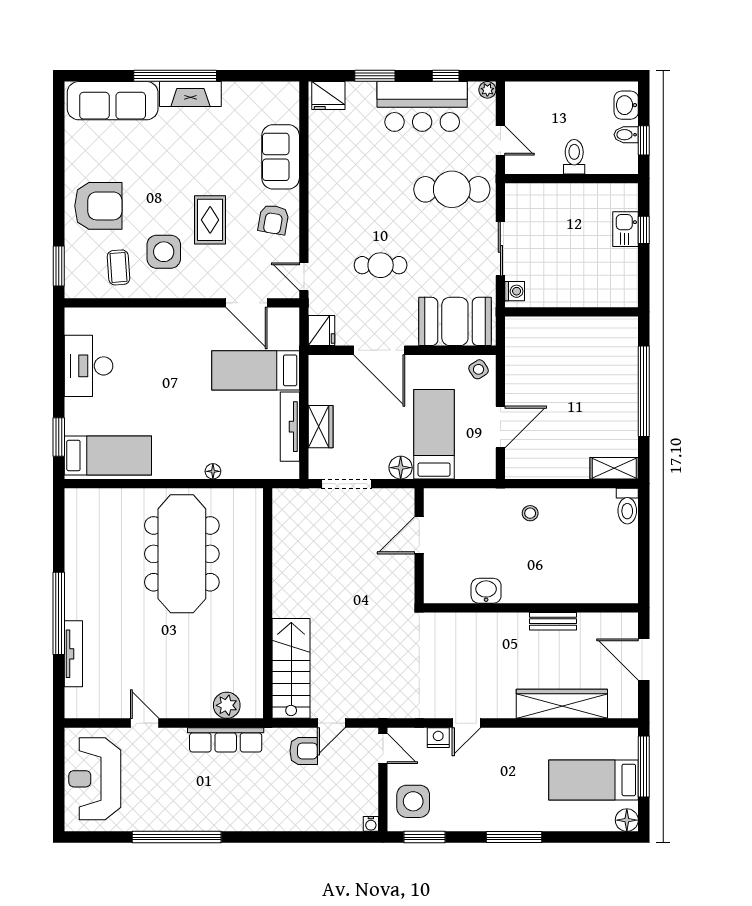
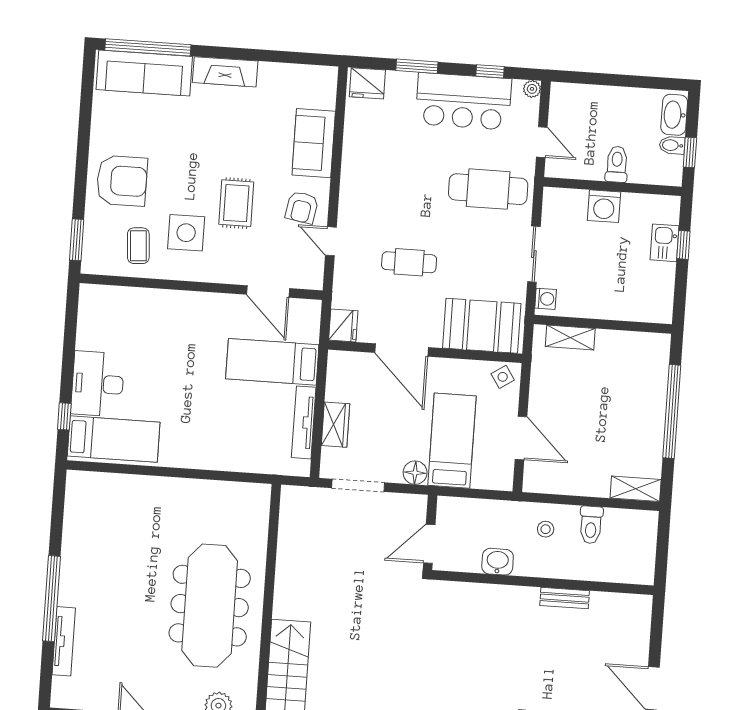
window: (175, 76) -> (148, 47), moved
washbasin: (626, 105) -> (674, 115), width x1.38
washing machine: (565, 198) -> (604, 206), added
door: (304, 277) -> (331, 241), moved
shelving: (541, 327) -> (570, 338), added
desk: (89, 366) -> (98, 384), moved
door: (500, 427) -> (521, 438), hinge flipped
window: (59, 437) -> (64, 416), width x0.67
floor lamp: (213, 471) -> (221, 463), removed
toilet: (627, 506) -> (591, 525), moved
meeting table: (182, 554) -> (210, 606), moved
washbasin: (486, 591) -> (498, 562), moved
wall: (531, 608) -> (543, 583), moved
bench: (553, 621) -> (565, 598), moved

